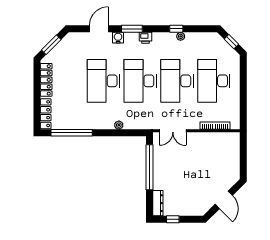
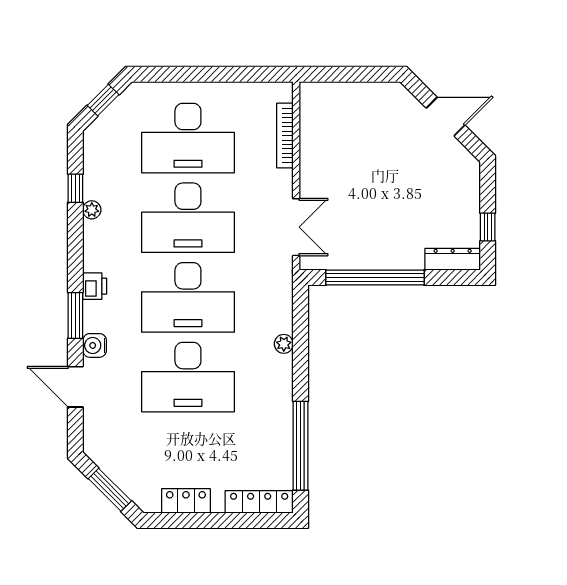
window: (176, 29) -> (75, 188), moved
locker: (46, 80) -> (186, 501), width x0.66

